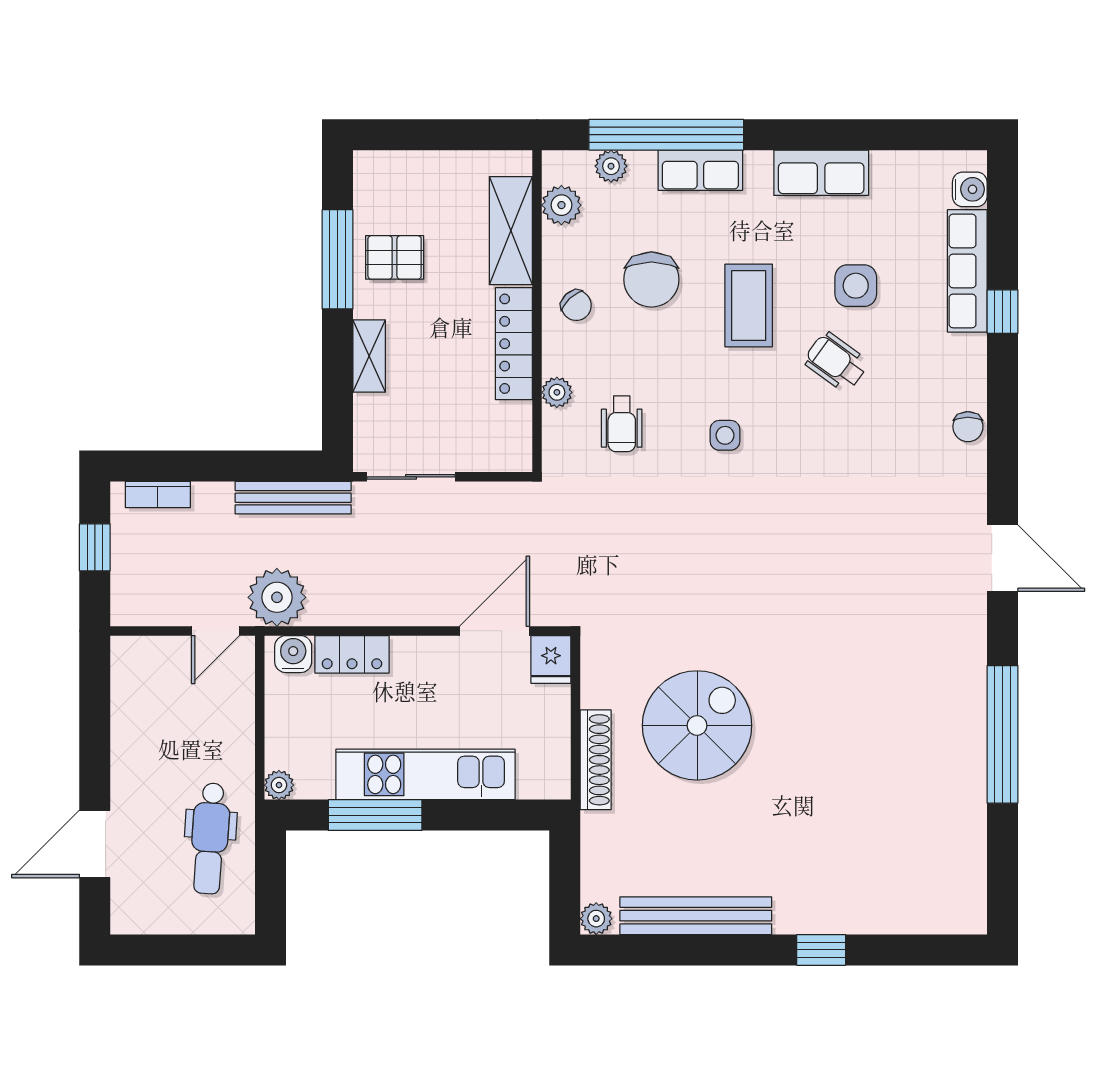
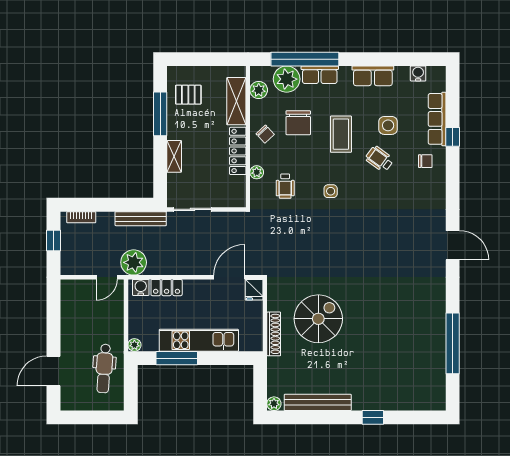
plant: (611, 166) -> (287, 79), width x1.87, depth x1.87
water cooler: (970, 189) -> (418, 73), moved, turned -90
pallet: (395, 257) -> (188, 95), moved
chair: (968, 427) -> (425, 161), moved, turned -90
window: (1002, 734) -> (453, 343), moved

